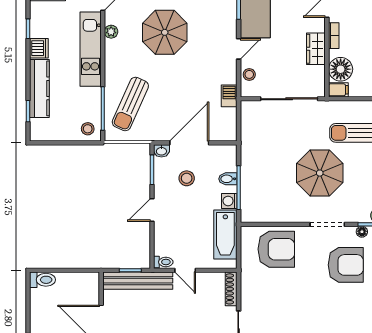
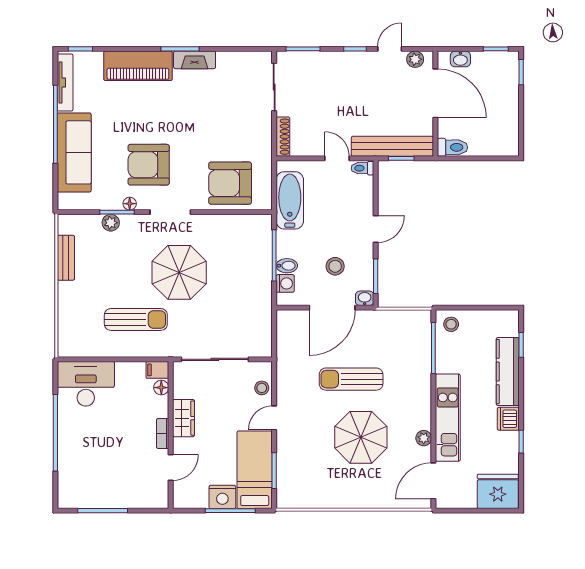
floor lamp: (341, 69) -> (161, 388), width x0.53, depth x0.53
barbecue: (229, 96) -> (285, 363), removed
sun lounger: (130, 104) -> (351, 379), moved, turned -114
washing machine: (229, 201) -> (285, 283), moved
toilet: (43, 280) -> (452, 147), moved, turned 180

